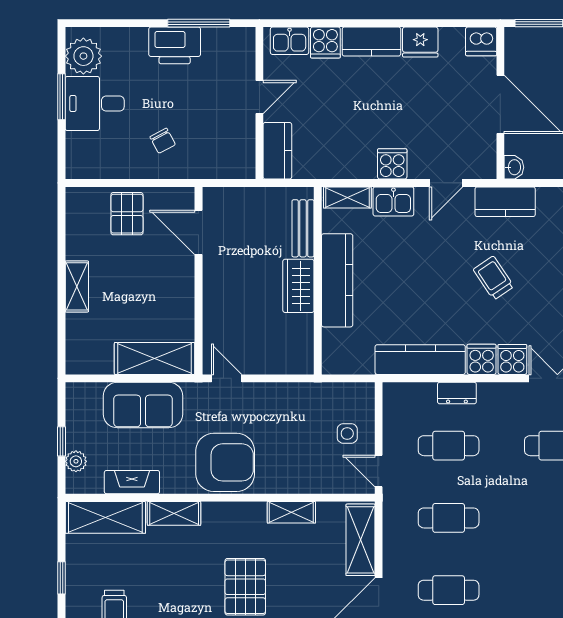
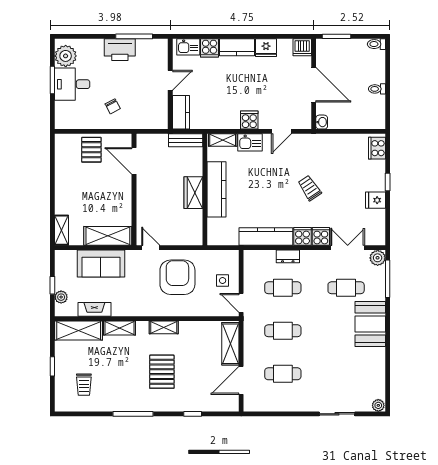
kitchen counter: (505, 202) -> (316, 143), removed
bench: (303, 228) -> (186, 140), moved, turned 90
shelving: (77, 286) -> (62, 230), moved
armchair: (225, 462) -> (177, 277), moved, turned -90
shelving: (291, 512) -> (164, 327), moved

